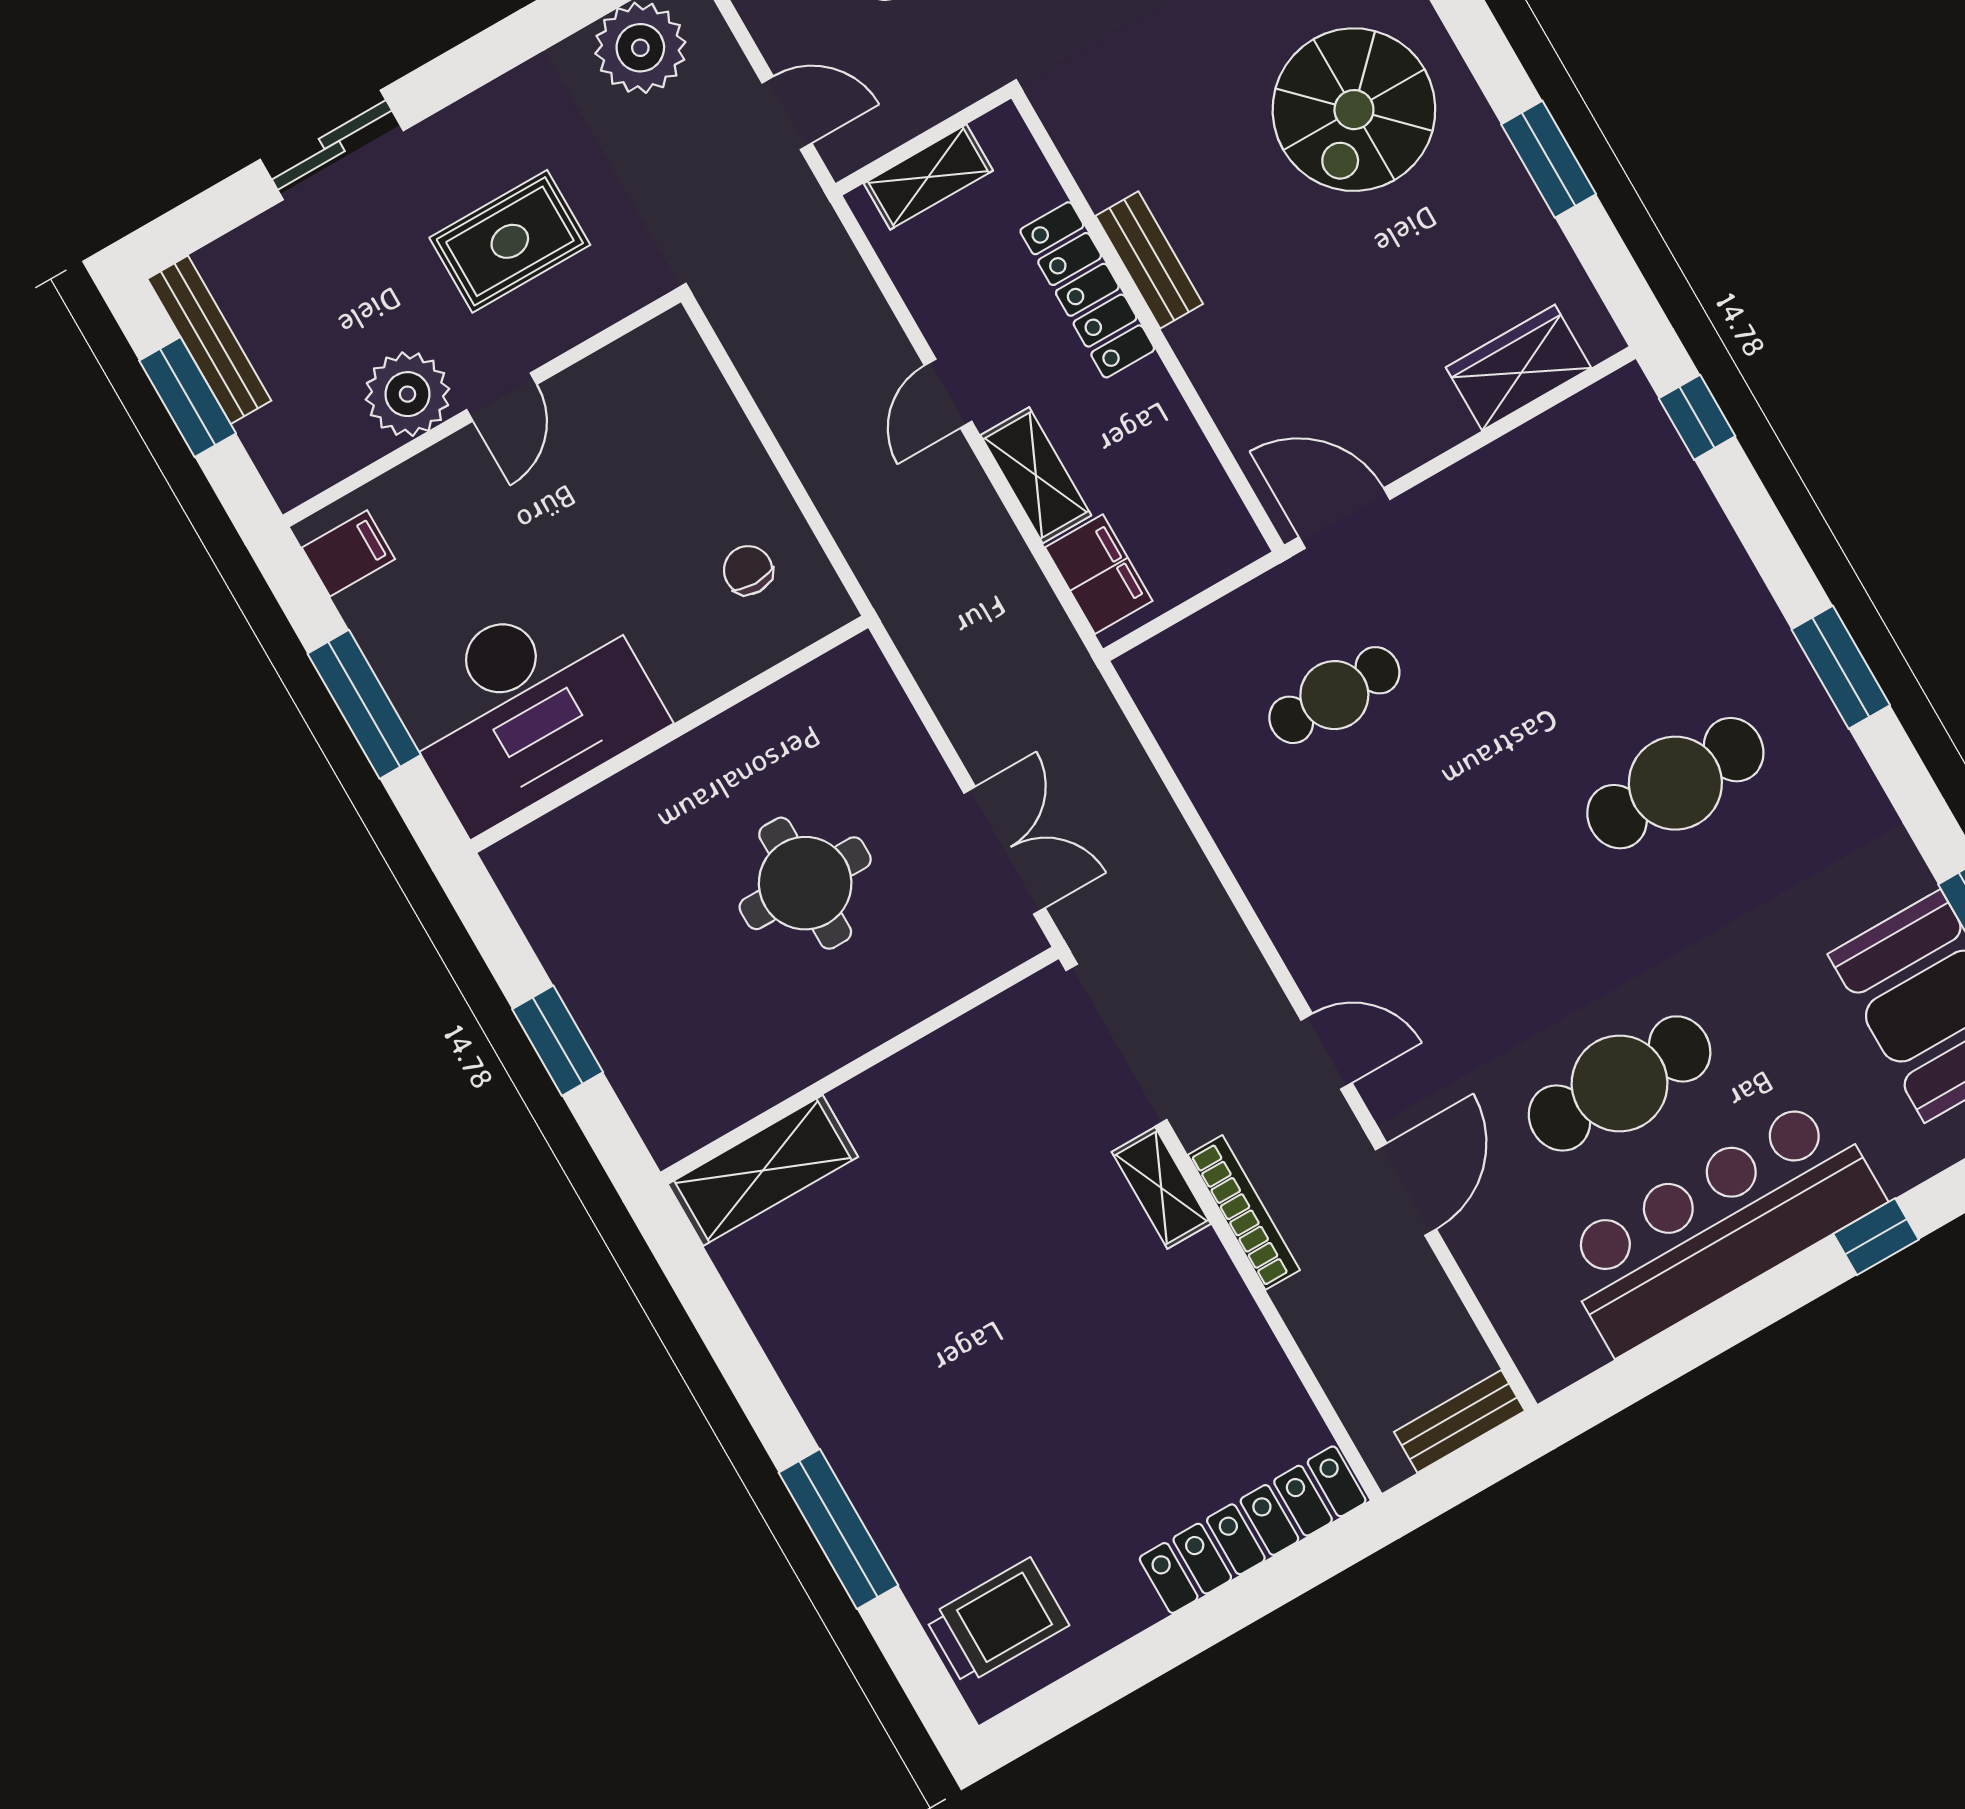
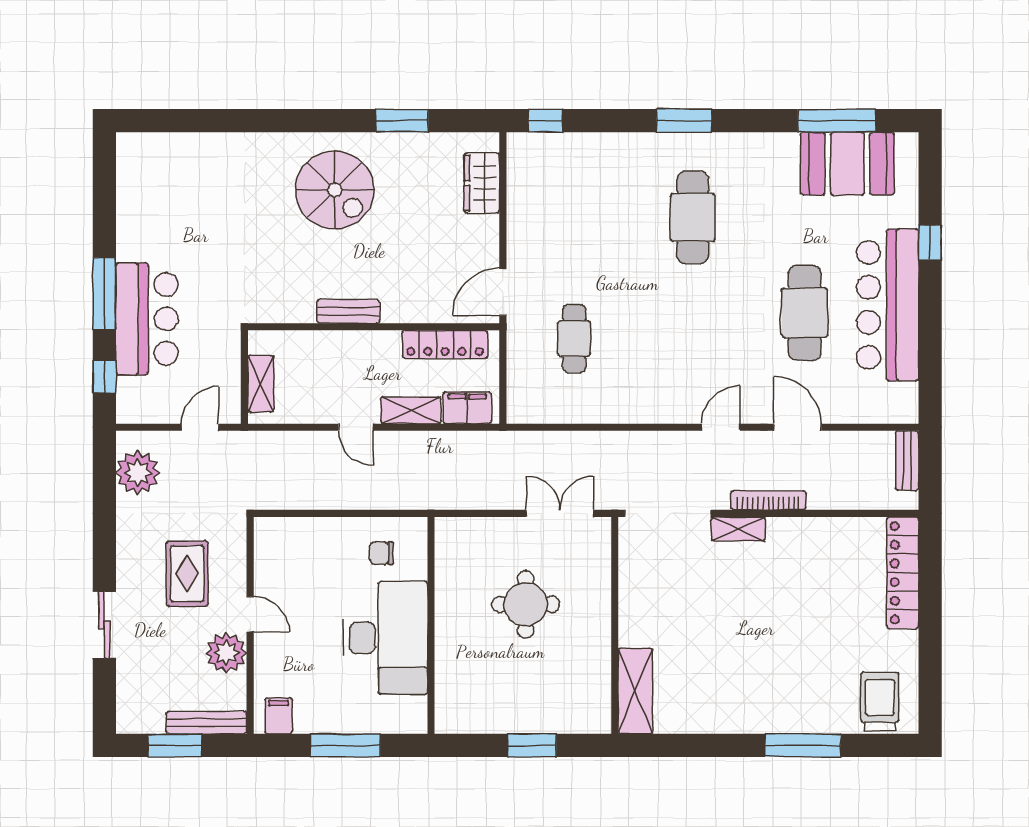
locker: (1087, 290) -> (445, 344), moved
bench: (209, 340) -> (206, 723), moved
desk: (528, 706) -> (385, 638), moved

